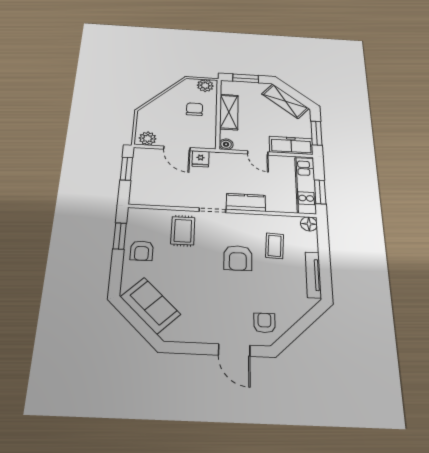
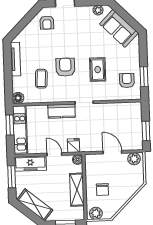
fridge: (201, 159) -> (73, 146), moved
rug: (183, 231) -> (98, 70), moved
armchair: (142, 251) -> (127, 80), moved
plant: (181, 335) -> (98, 10), added

